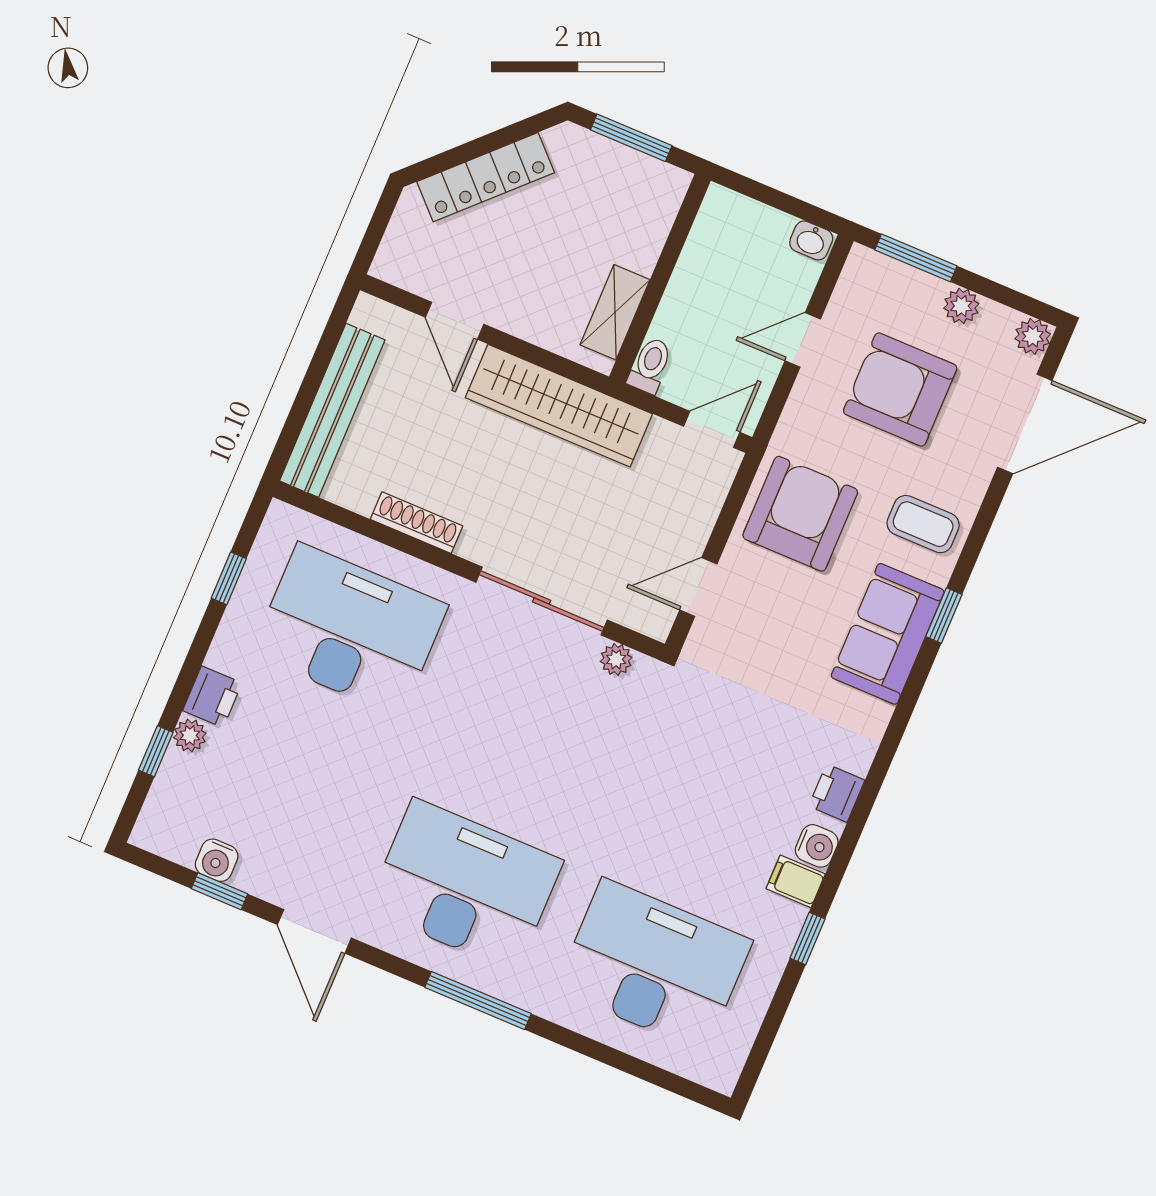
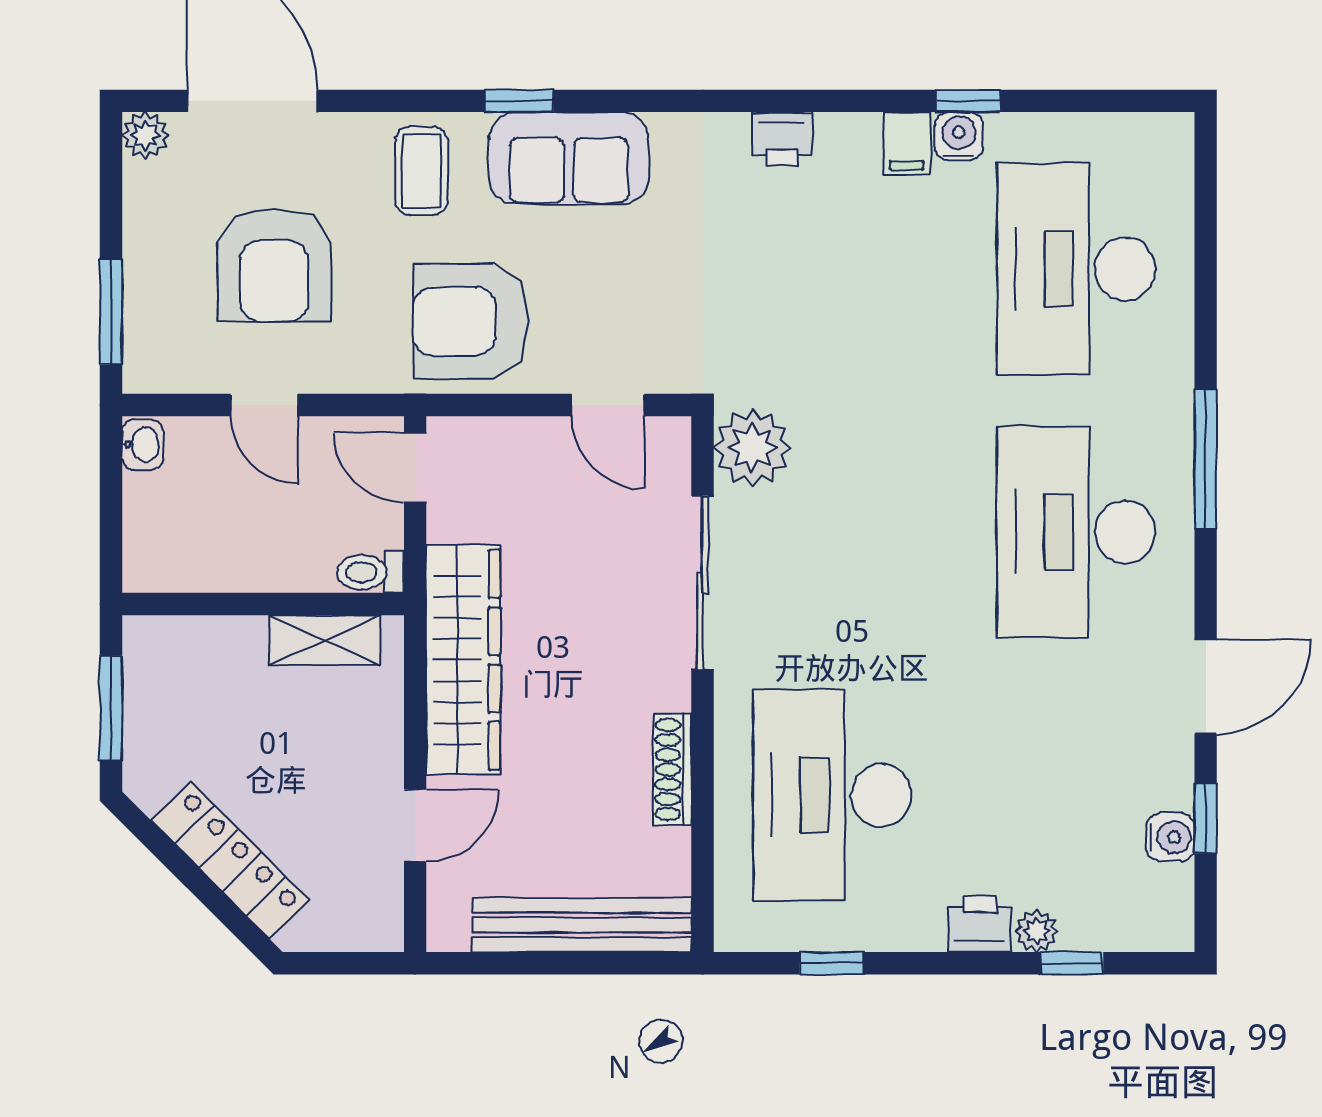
plant: (961, 306) -> (145, 235), removed
plant: (616, 659) -> (752, 448), width x1.87, depth x1.87
water cooler: (817, 846) -> (959, 136), moved

